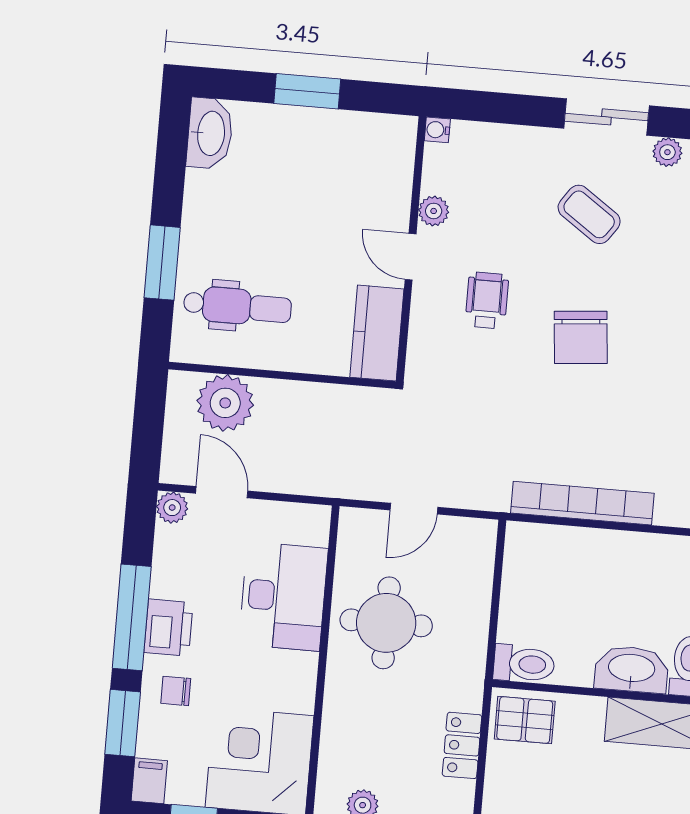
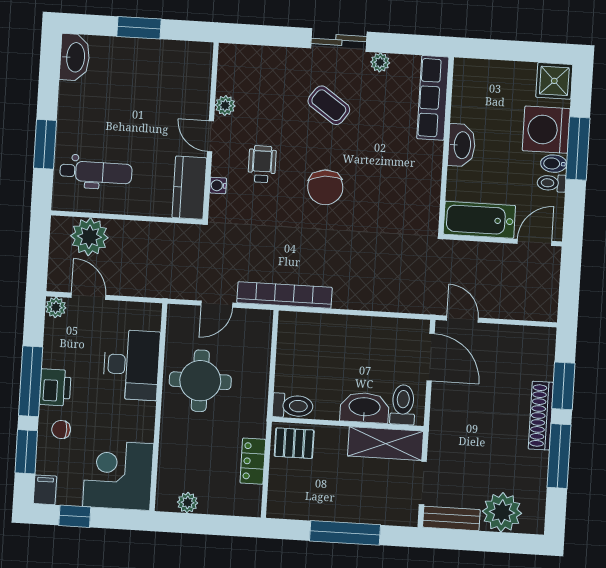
water cooler: (437, 130) -> (218, 185), moved
bookcase: (582, 503) -> (284, 295), moved

